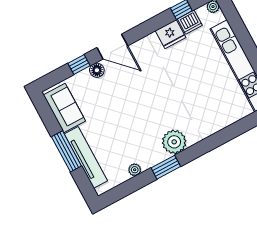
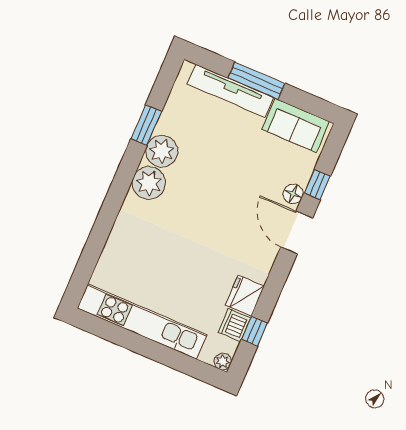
door: (112, 47) -> (297, 232), hinge flipped
window: (166, 167) -> (146, 125), moved
plant: (135, 170) -> (162, 151), moved, width x1.87, depth x1.87

